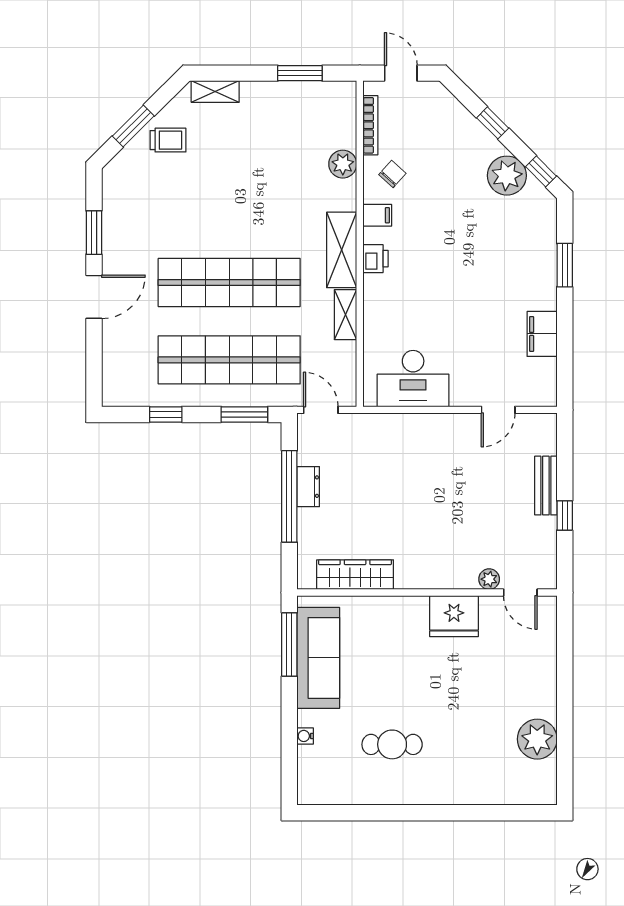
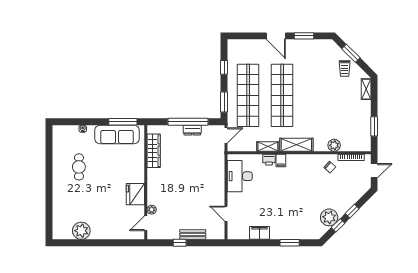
window: (541, 171) -> (338, 225), moved
filing cabinet: (377, 215) -> (281, 160), moved
printer: (375, 259) -> (269, 160), moved

